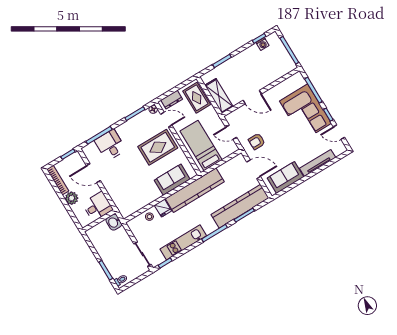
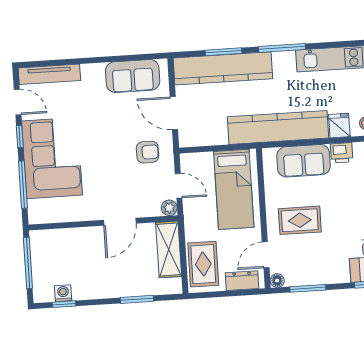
door: (252, 97) -> (120, 222), swing flipped
plant: (230, 118) -> (169, 208), added
door: (166, 120) -> (266, 255), hinge flipped
rug: (158, 147) -> (300, 220), width x0.73, depth x0.70
tv unit: (318, 163) -> (49, 74), moved
printer: (154, 194) -> (342, 153), added

